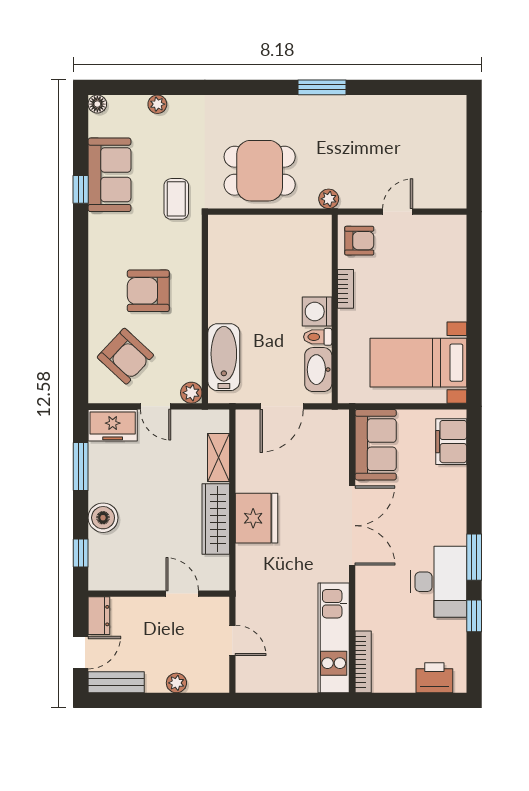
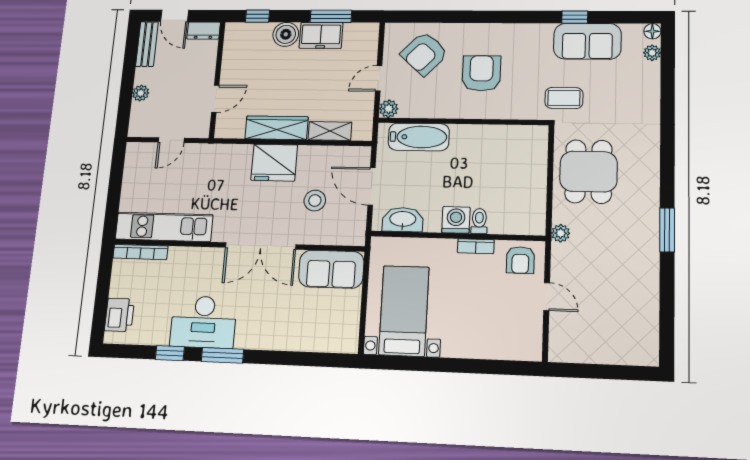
plant: (157, 104) -> (652, 53), moved
toilet: (318, 337) -> (479, 221), moved
freezer: (113, 425) -> (321, 35), moved, turned -90
filing cabinet: (451, 442) -> (329, 338), removed
stool: (299, 469) -> (315, 201), added

